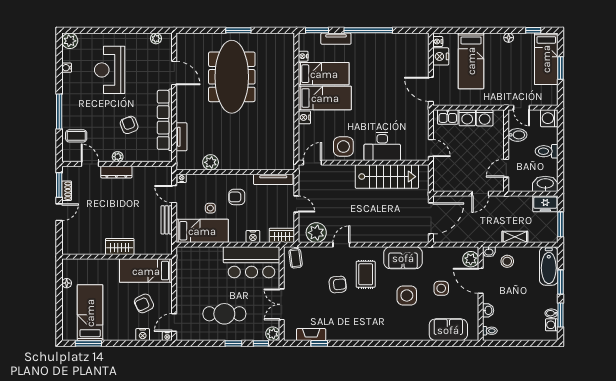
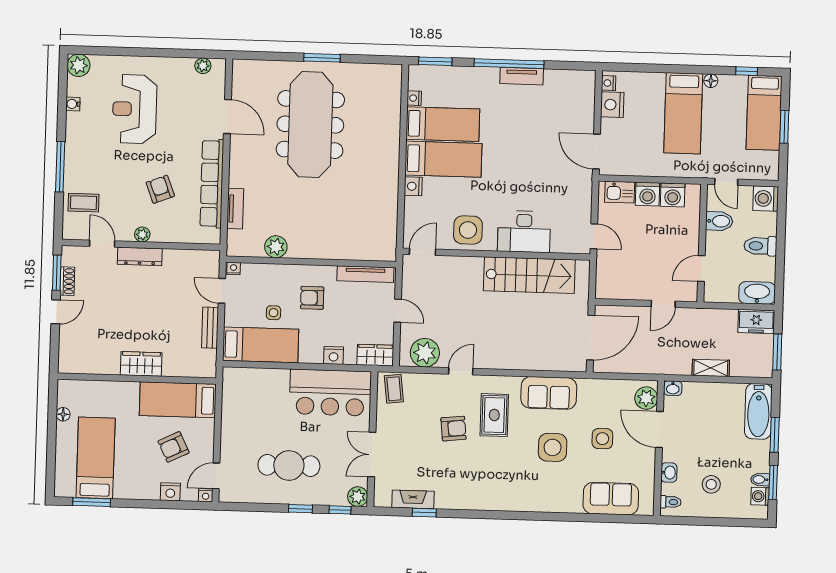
tv unit: (336, 39) -> (522, 76), moved
bed: (471, 61) -> (683, 113), moved
stool: (507, 261) -> (711, 484), moved

